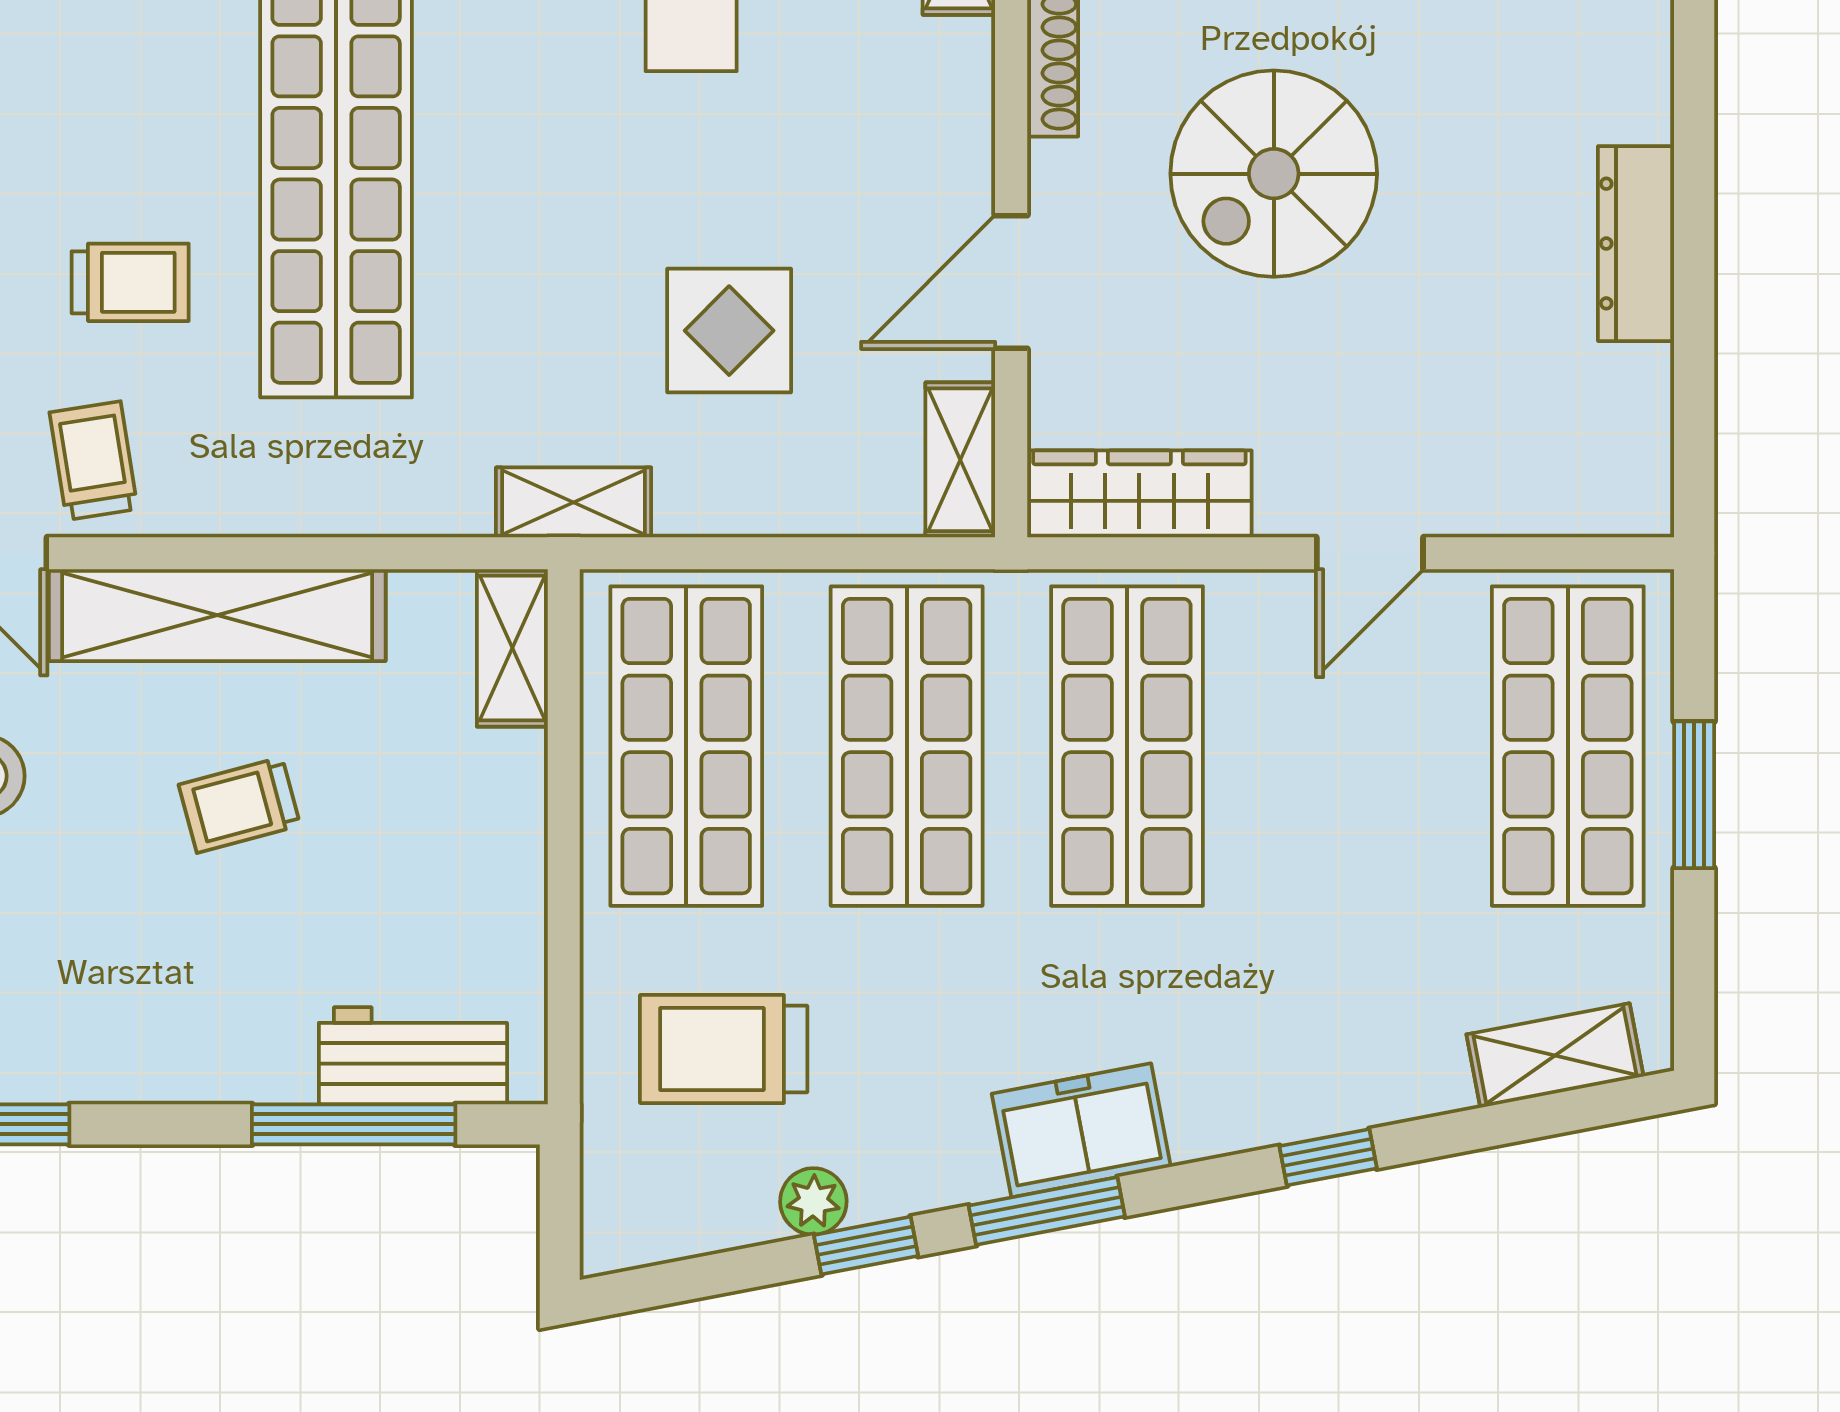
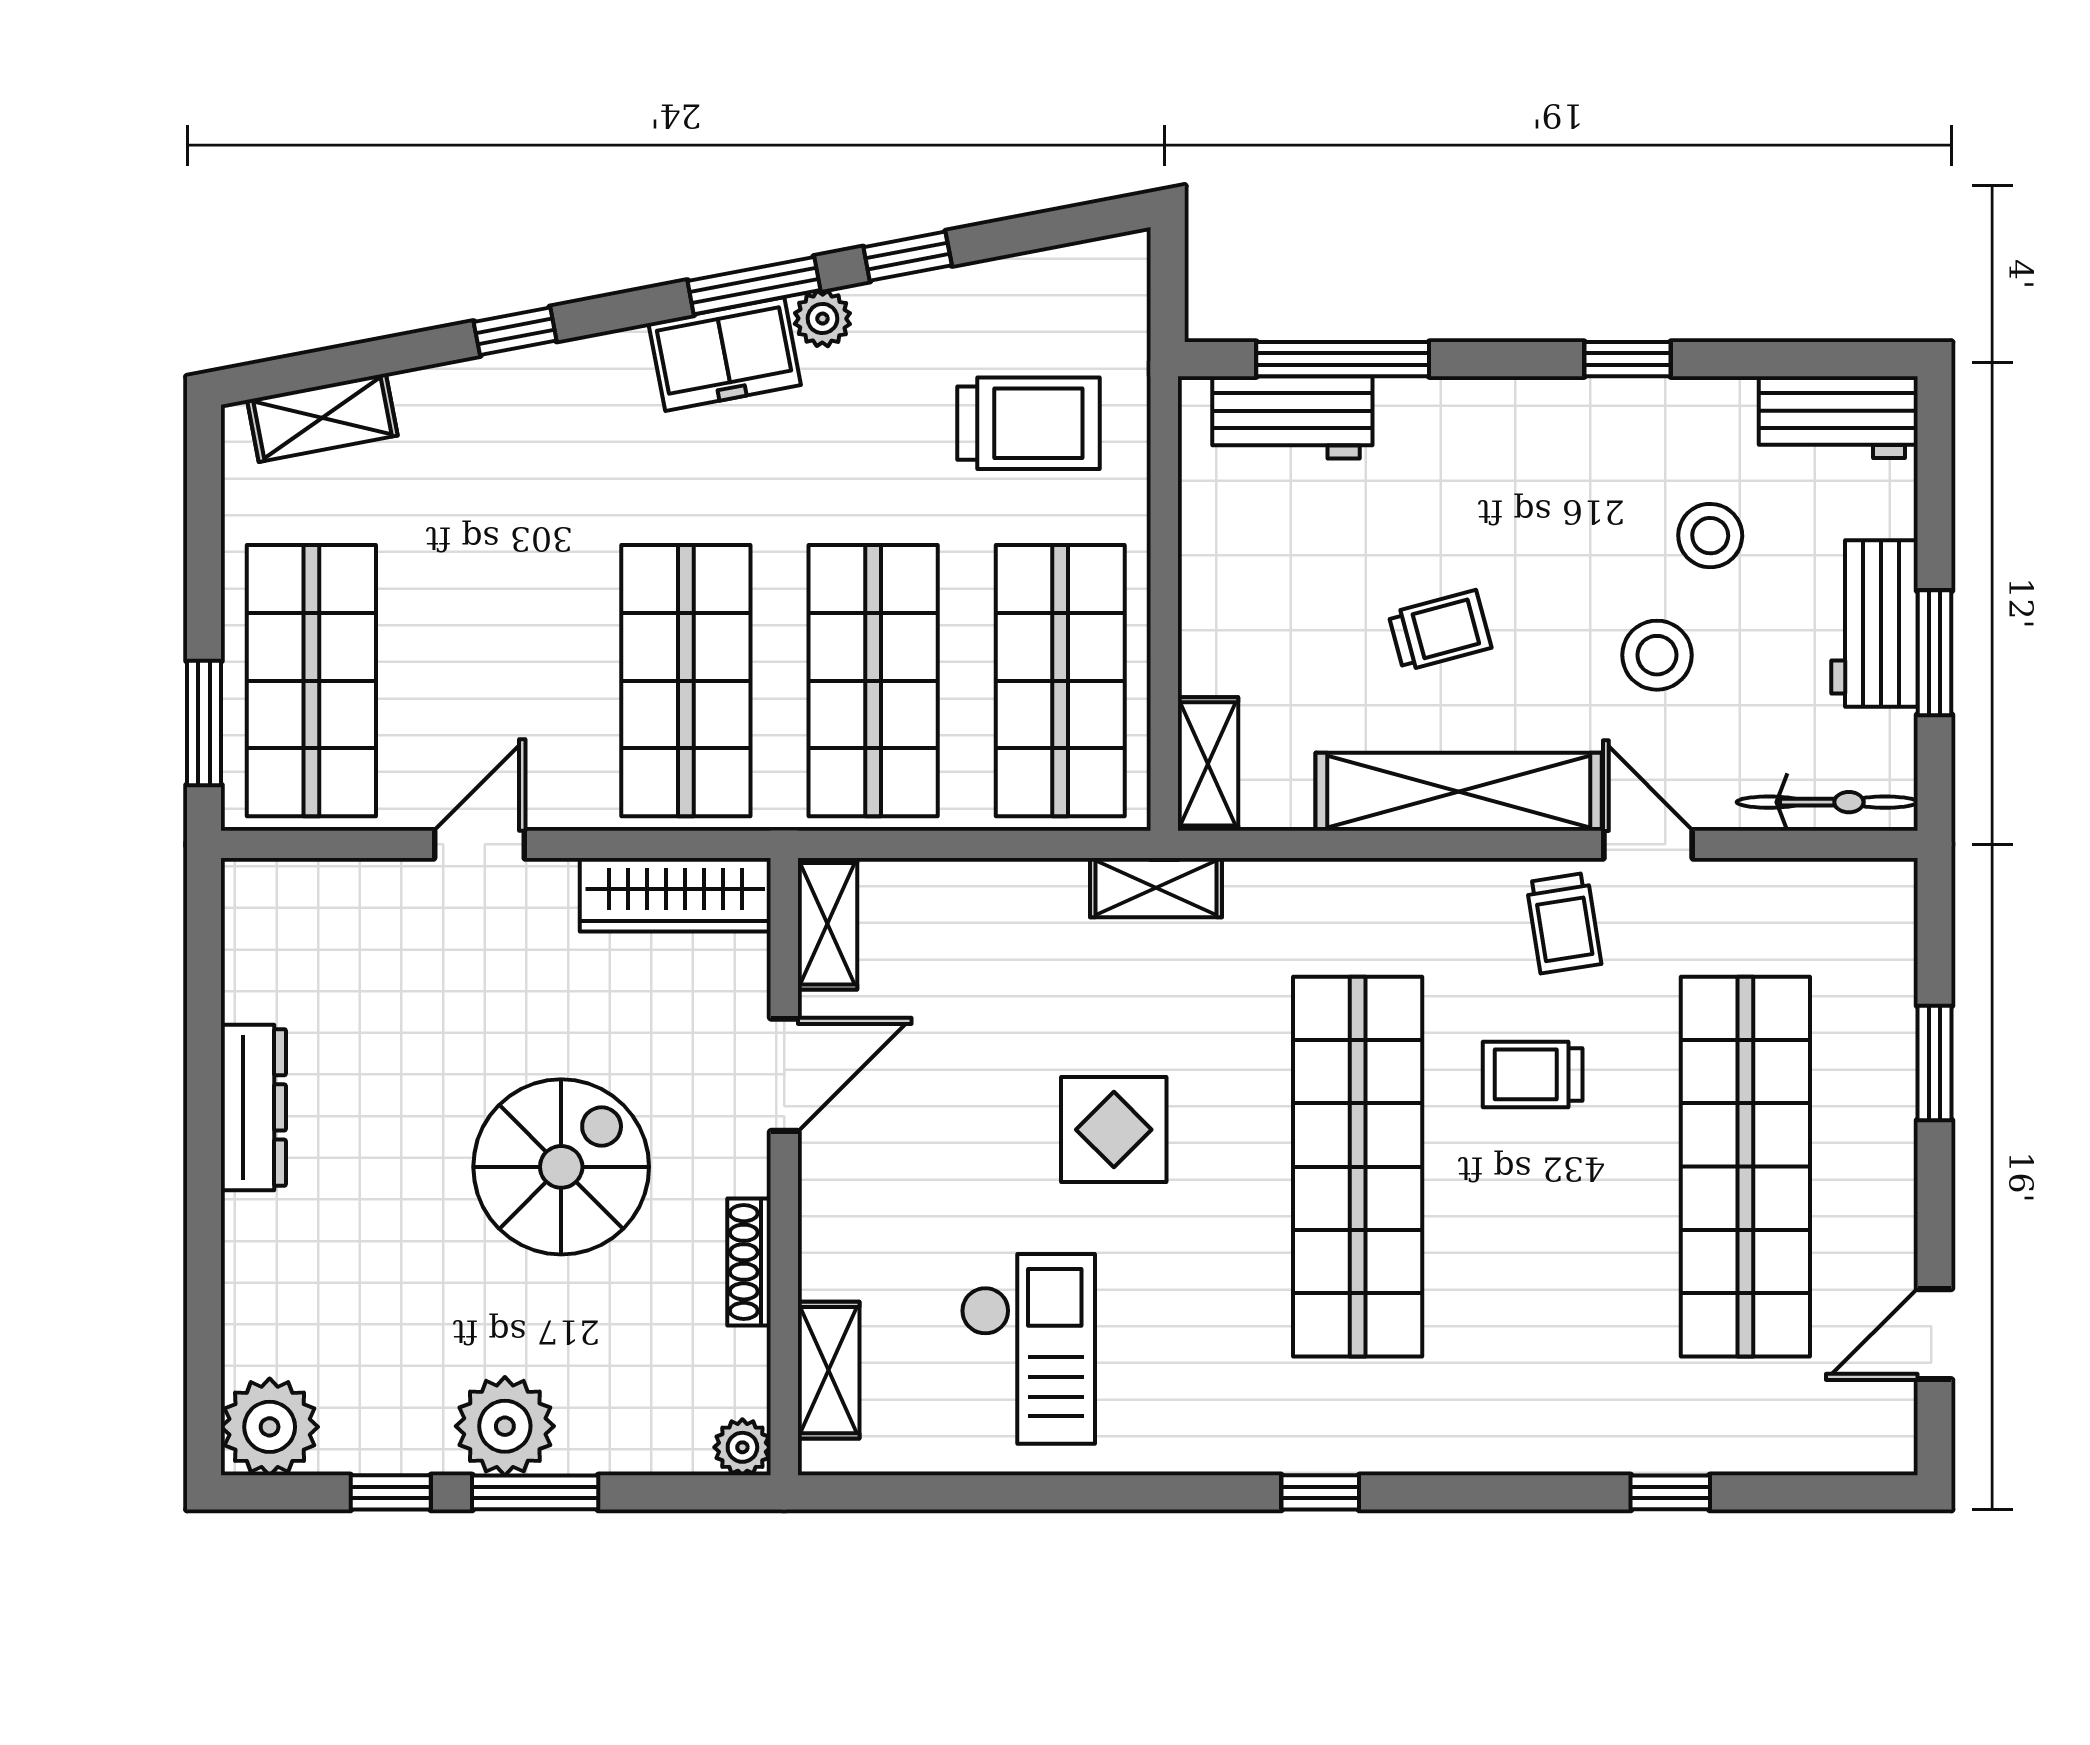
display table: (729, 331) -> (1114, 1130), moved
window: (1694, 795) -> (204, 723), moved
plant: (813, 1201) -> (822, 319), moved

